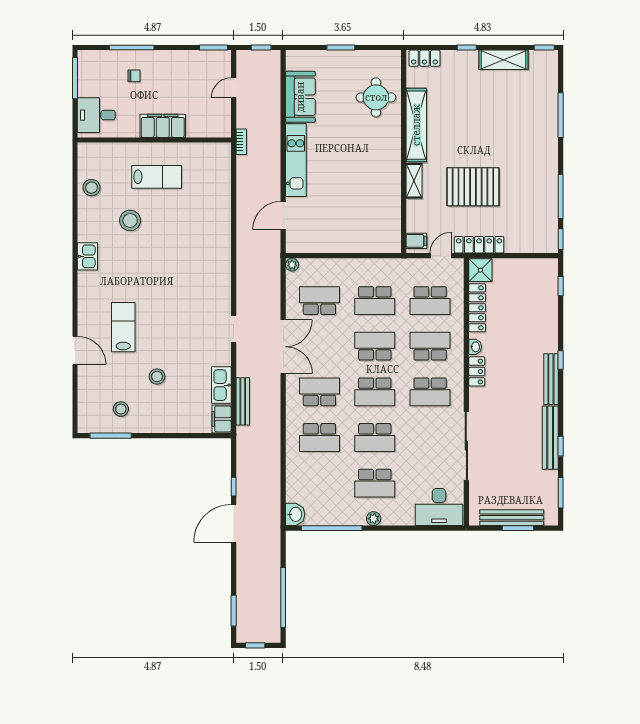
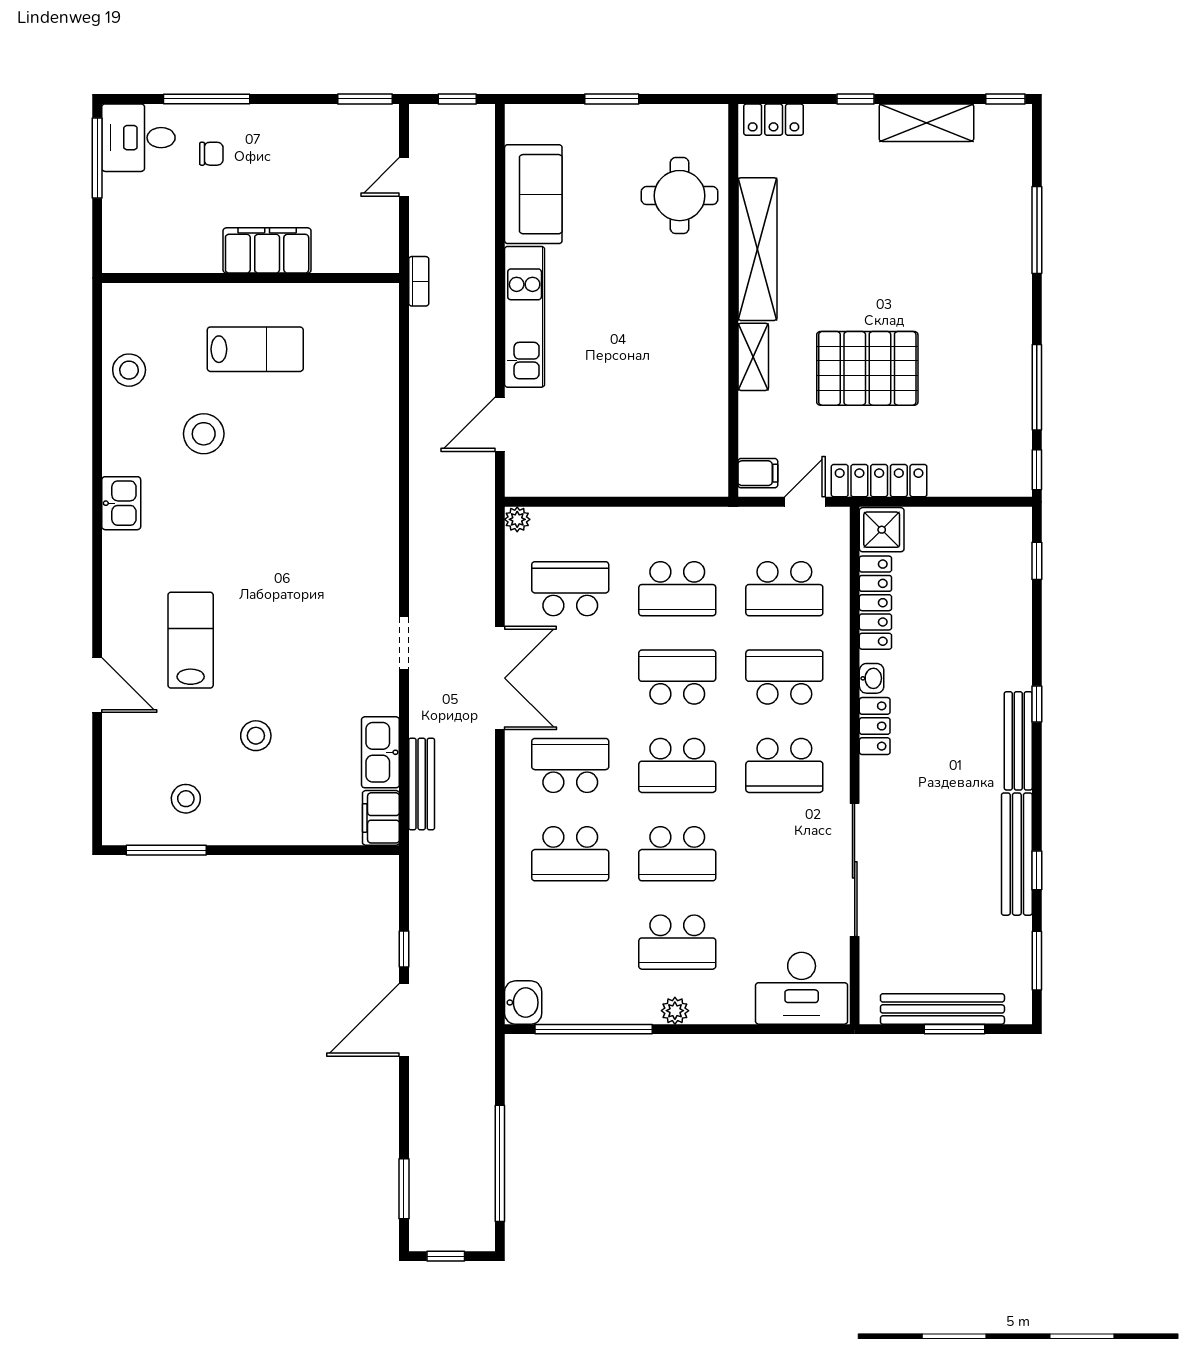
desk: (96, 115) -> (138, 138), moved

